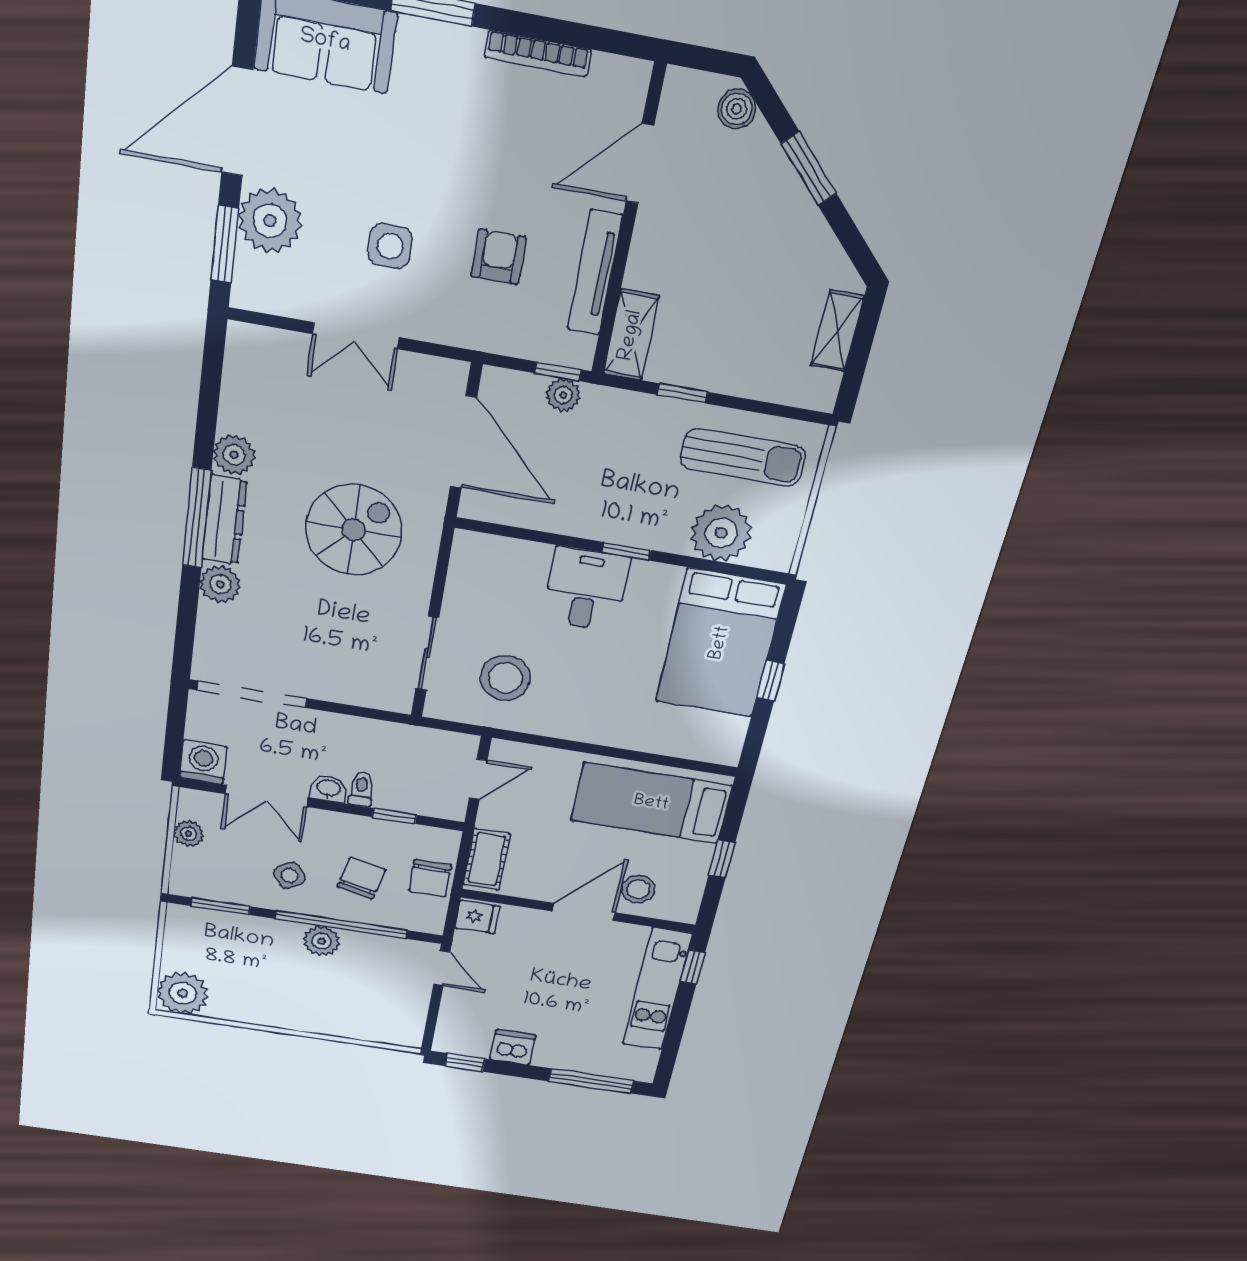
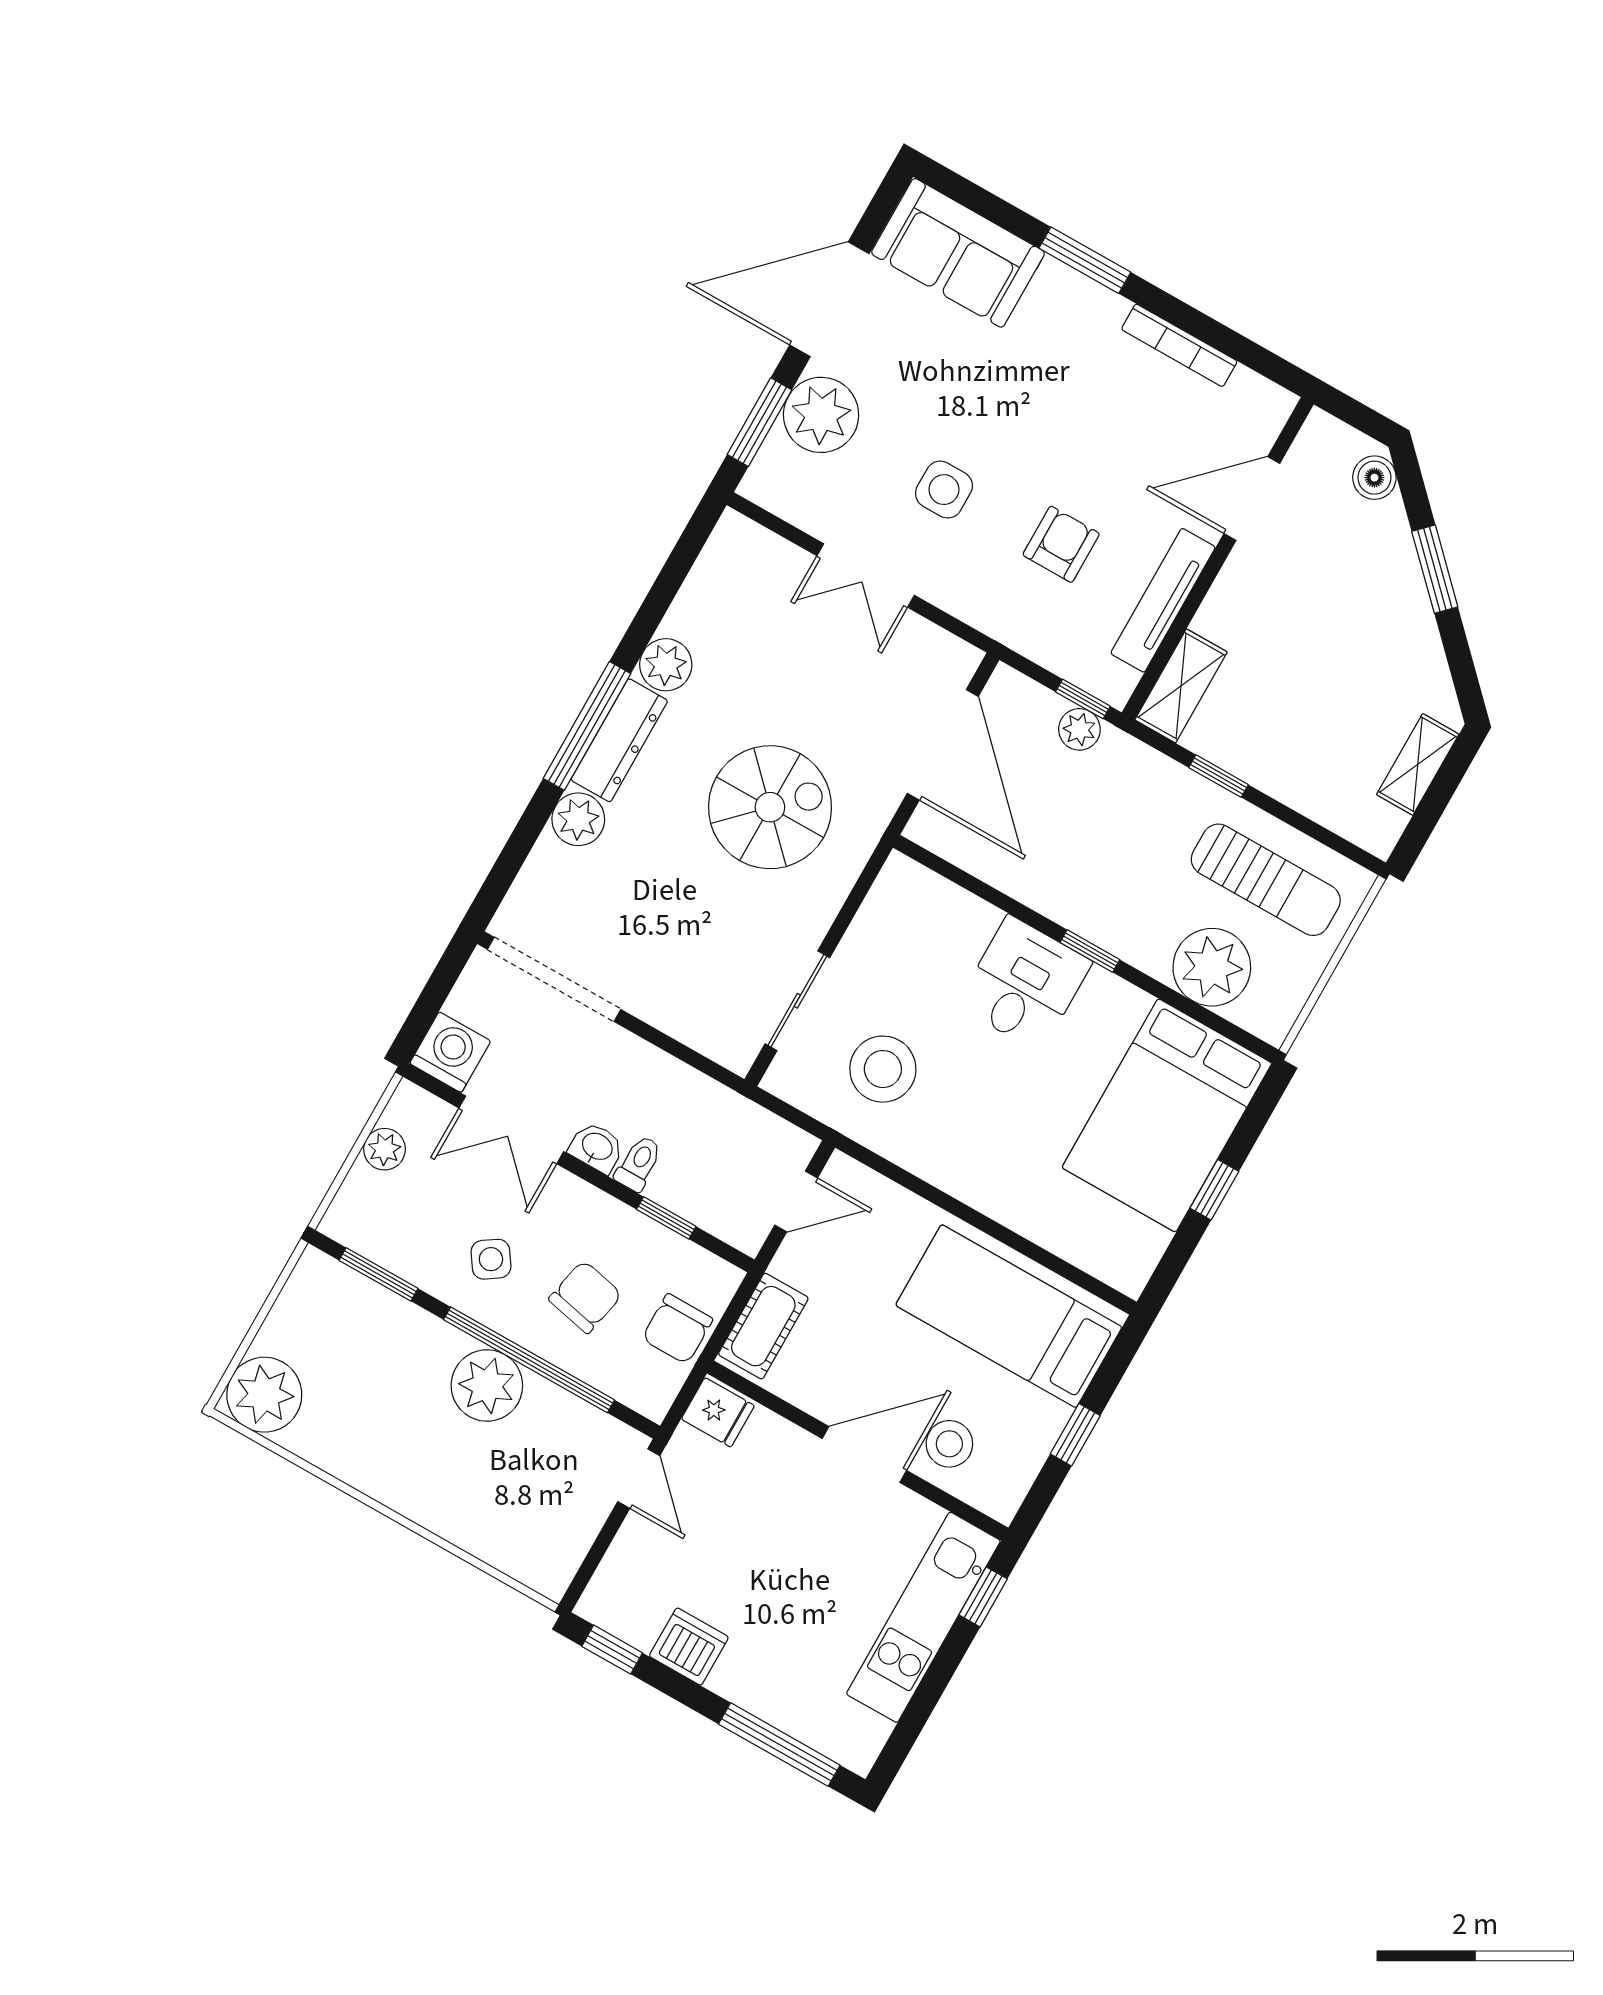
plant: (322, 941) -> (487, 1386), width x1.36, depth x1.36

